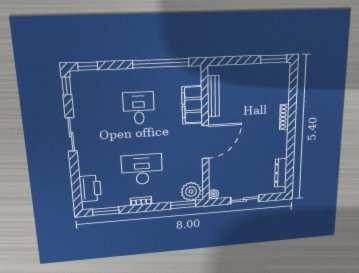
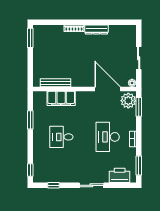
window: (161, 63) -> (30, 120), width x0.47
window: (66, 86) -> (54, 185), moved
sliding door: (71, 135) -> (91, 185), moved
door: (205, 142) -> (108, 89), moved
dresser: (281, 173) -> (96, 29), moved

